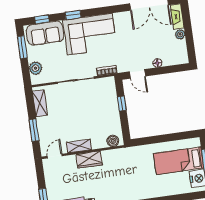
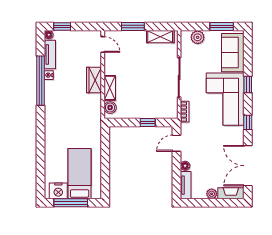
window: (42, 19) -> (248, 122), moved
tv unit: (176, 60) -> (186, 185), added
shelving: (79, 146) -> (110, 88), moved

